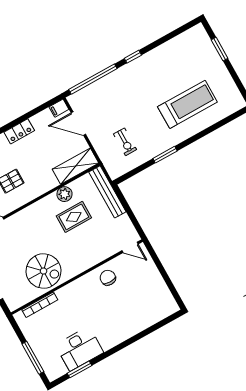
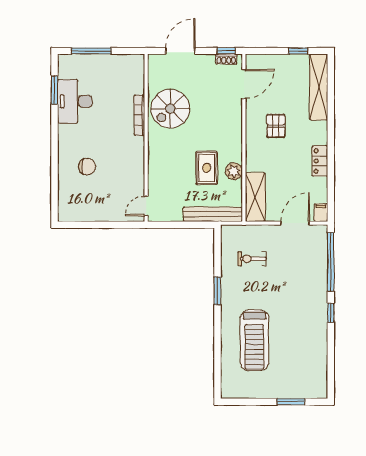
chair: (108, 278) -> (87, 167), moved
bookcase: (40, 305) -> (139, 115), moved

